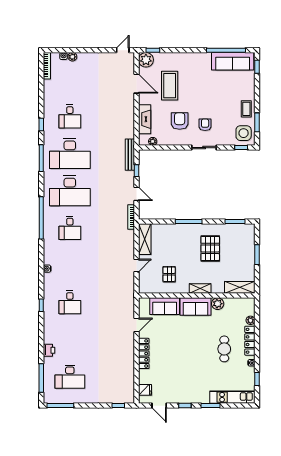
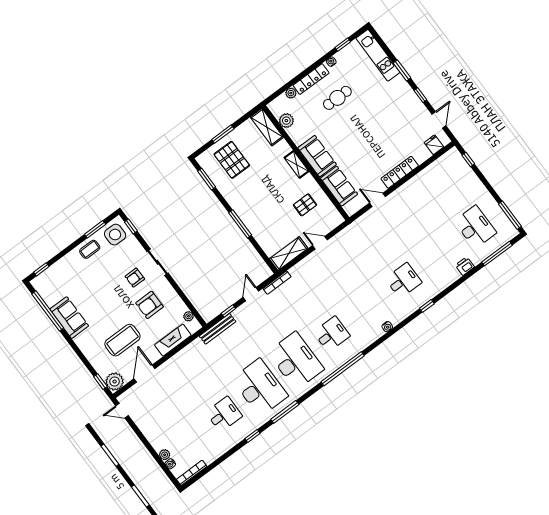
sofa: (233, 61) -> (69, 318), moved, width x0.73
pallet: (210, 248) -> (232, 160), moved, turned 90
plant: (218, 304) -> (286, 121), moved

